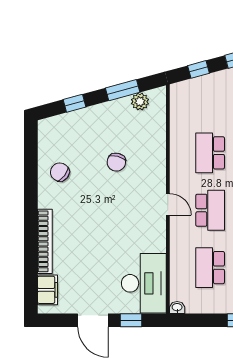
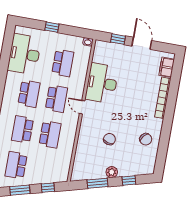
plant: (140, 102) -> (112, 172), moved
school desk: (210, 210) -> (56, 99), turned 180
desk: (144, 283) -> (102, 83), moved

